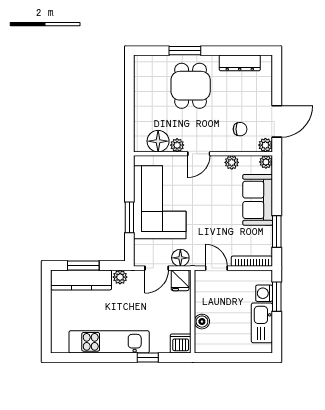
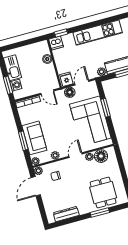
dining table: (191, 86) -> (103, 192), moved
window: (277, 232) -> (23, 141), moved
window: (148, 357) -> (61, 33), moved

